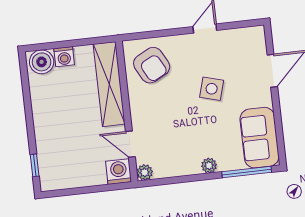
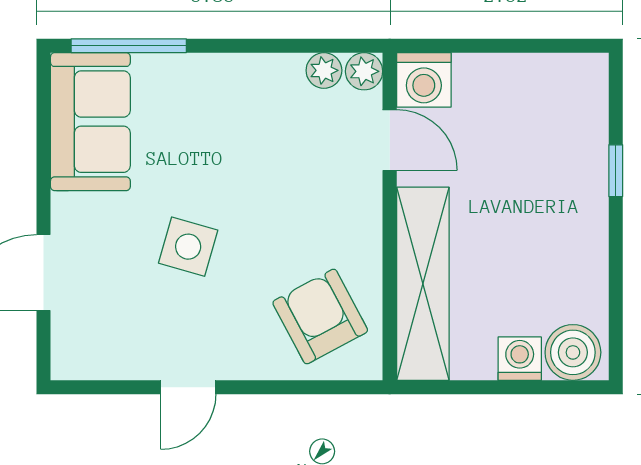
window: (35, 165) -> (616, 171), moved
plant: (209, 165) -> (324, 70), moved

